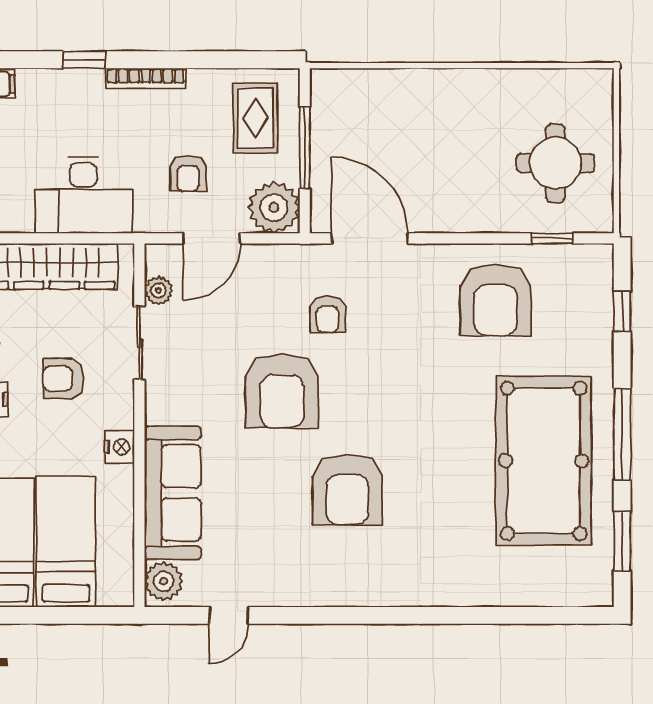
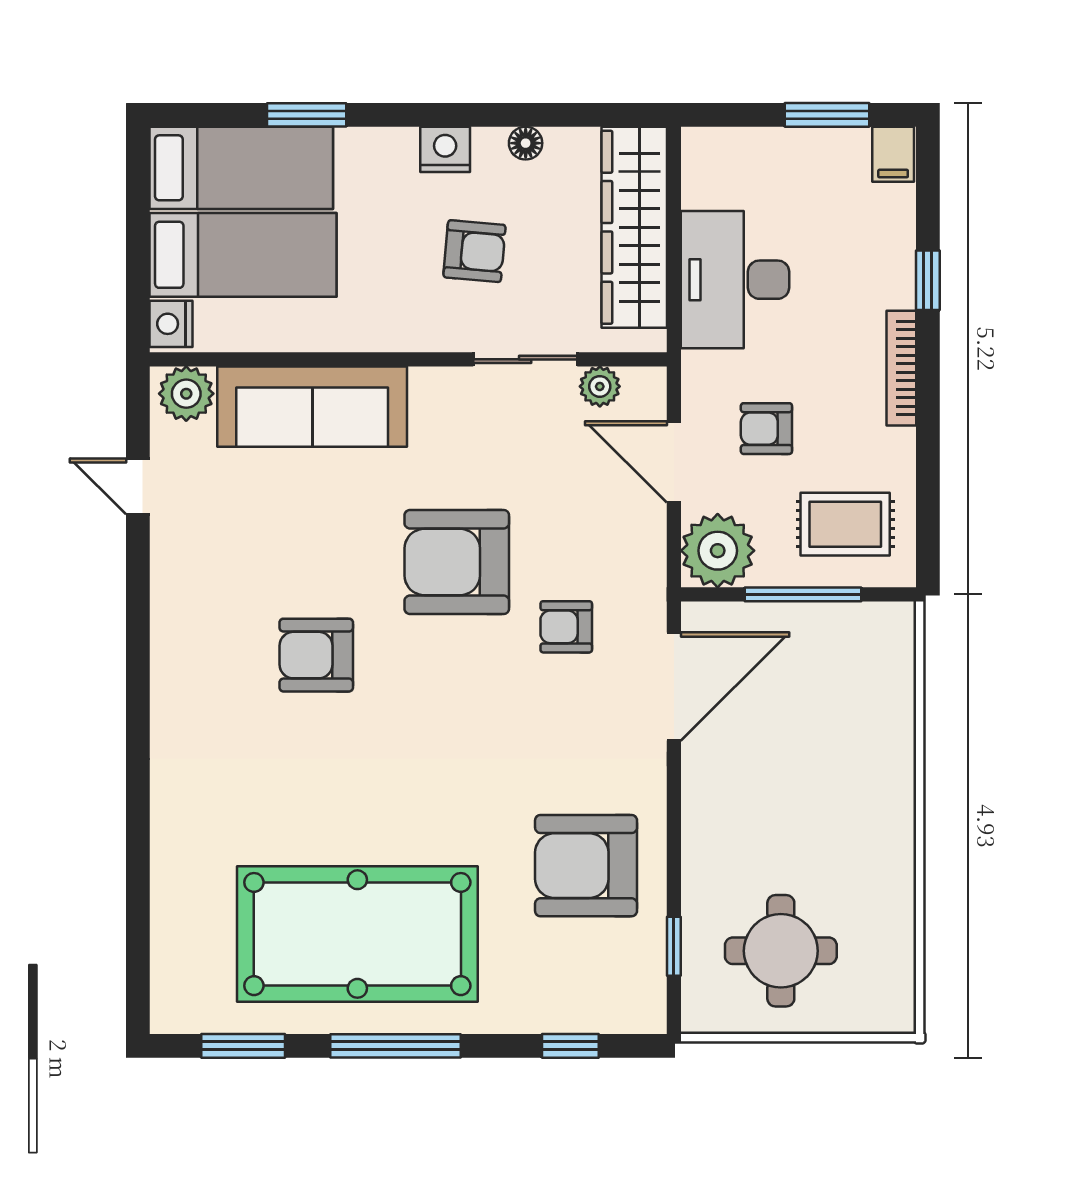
armchair: (63, 379) -> (474, 251), turned 95
nightstand: (119, 447) -> (171, 324), moved, turned 90
armchair: (347, 490) -> (316, 655), width x0.73, depth x0.73

